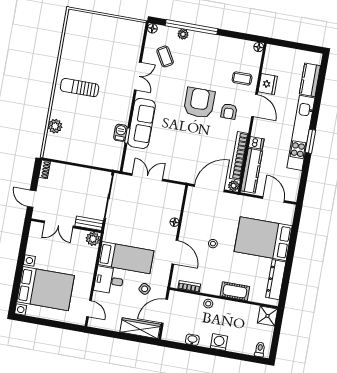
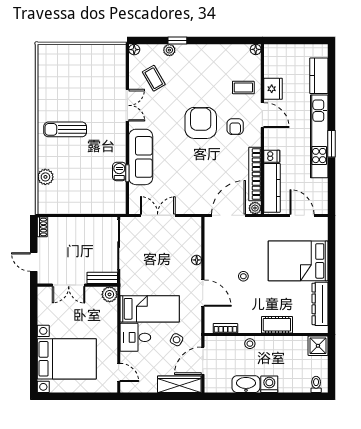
window: (192, 27) -> (177, 41), width x0.32
washbasin: (192, 340) -> (246, 384), width x1.91, depth x1.45

